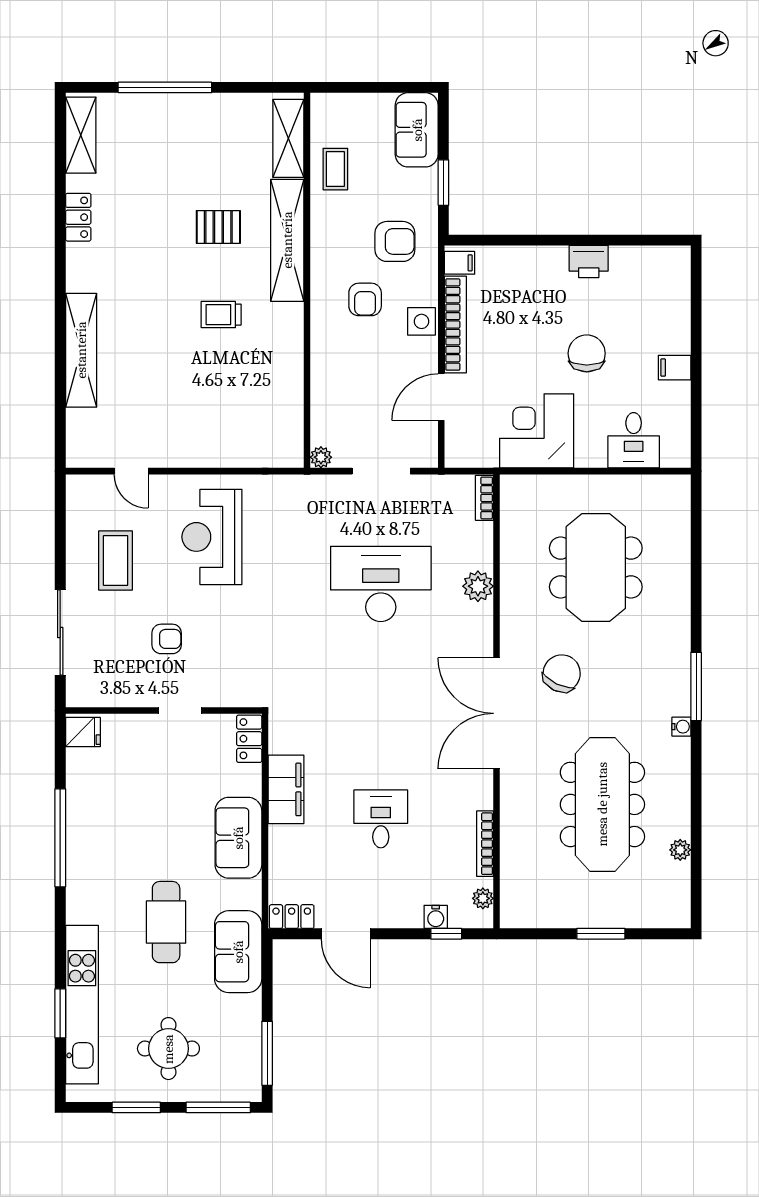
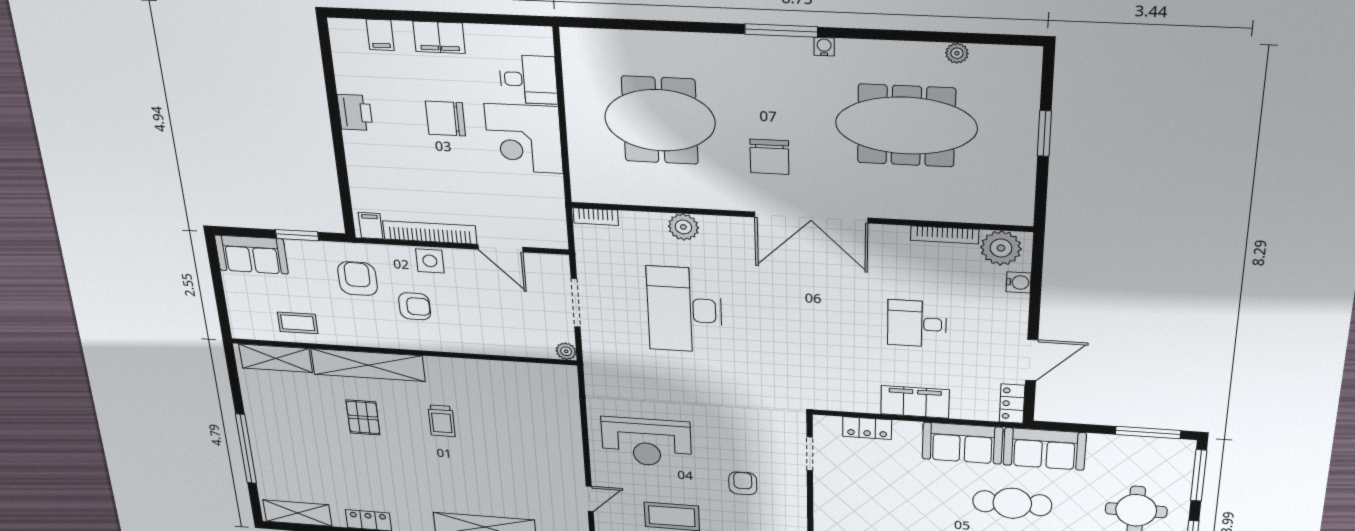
filing cabinet: (675, 297) -> (380, 35), added
filing cabinet: (675, 368) -> (439, 37), width x2.00
corner desk: (537, 431) -> (524, 138), moved
chair: (562, 673) -> (769, 157), turned -116
doorway: (180, 711) -> (810, 454), moved
locker: (249, 739) -> (867, 428), moved
filing cabinet: (286, 789) -> (915, 402), moved
sofa: (238, 838) -> (962, 443), moved
plant: (483, 898) -> (1001, 248), width x1.88, depth x1.88
window: (446, 934) -> (1037, 274), removed

